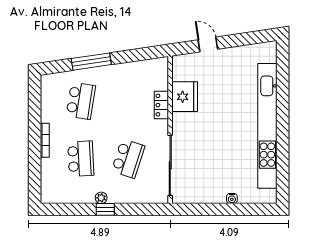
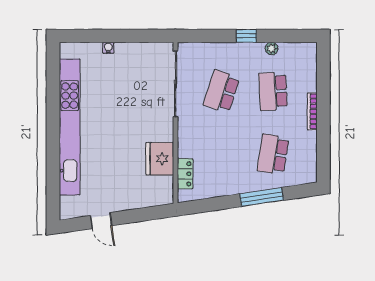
door: (208, 44) -> (101, 221), moved
locker: (161, 105) -> (185, 174), moved
plant: (101, 198) -> (272, 49), moved

